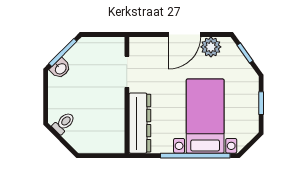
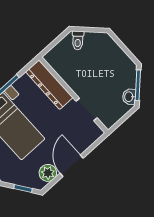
washbasin: (60, 68) -> (129, 97), moved
toilet: (64, 123) -> (78, 40), moved

